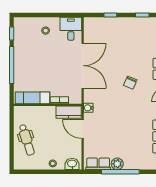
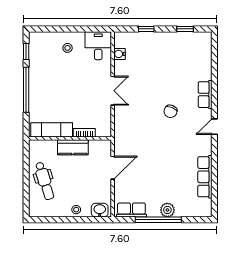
double door: (83, 66) -> (113, 91), width x0.54
water cooler: (88, 108) -> (120, 54), moved
kitchen counter: (69, 112) -> (73, 147), moved
door: (83, 129) -> (113, 168), swing flipped
plant: (117, 164) -> (167, 210), moved

